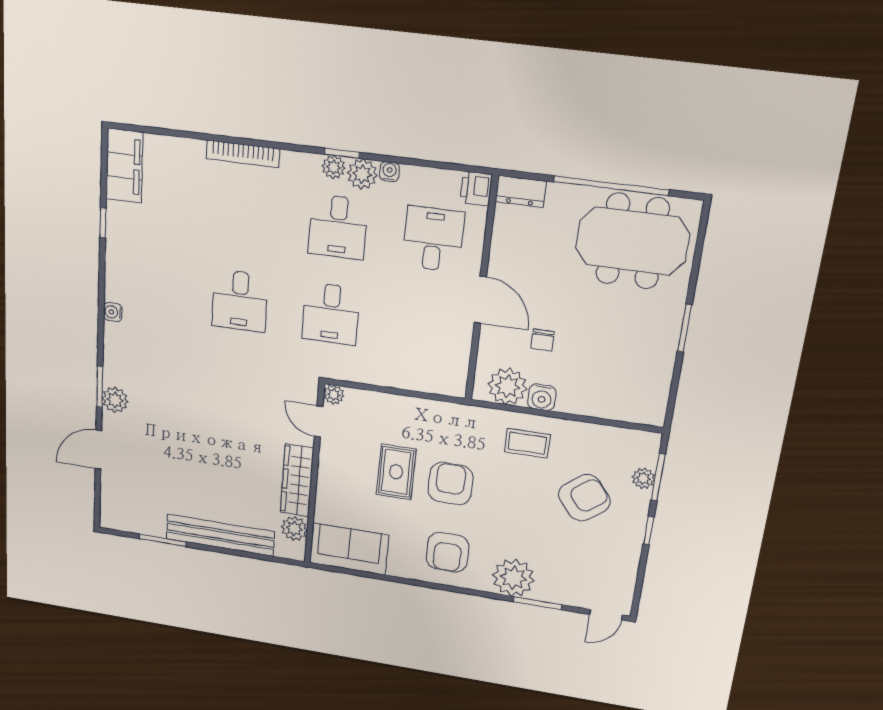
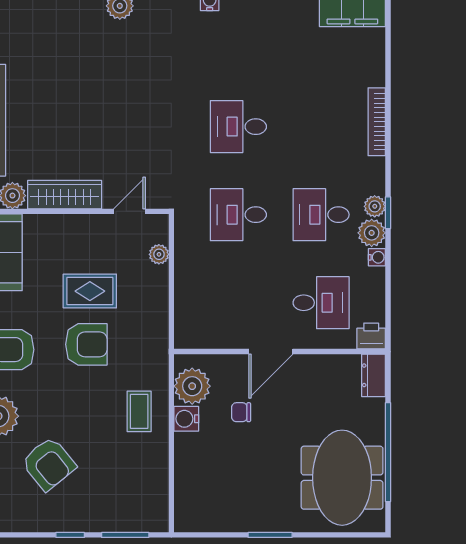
plant: (334, 395) -> (159, 254), moved
plant: (643, 478) -> (122, 522), removed
armchair: (584, 498) -> (49, 464), moved

